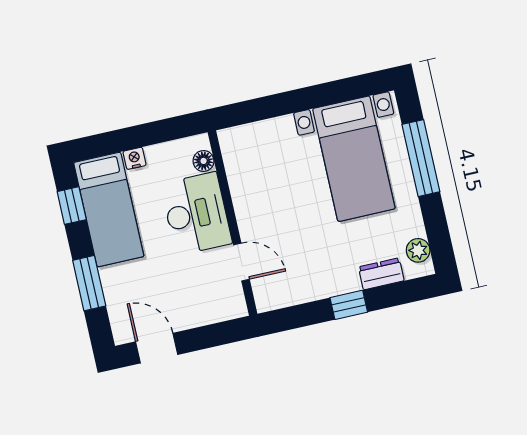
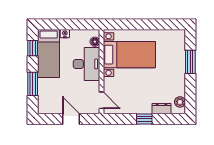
window: (421, 158) -> (190, 62), width x0.69
bed with nightstands: (354, 159) -> (129, 55), moved, turned -90
door: (241, 262) -> (101, 100), moved
door: (157, 348) -> (71, 119), moved

